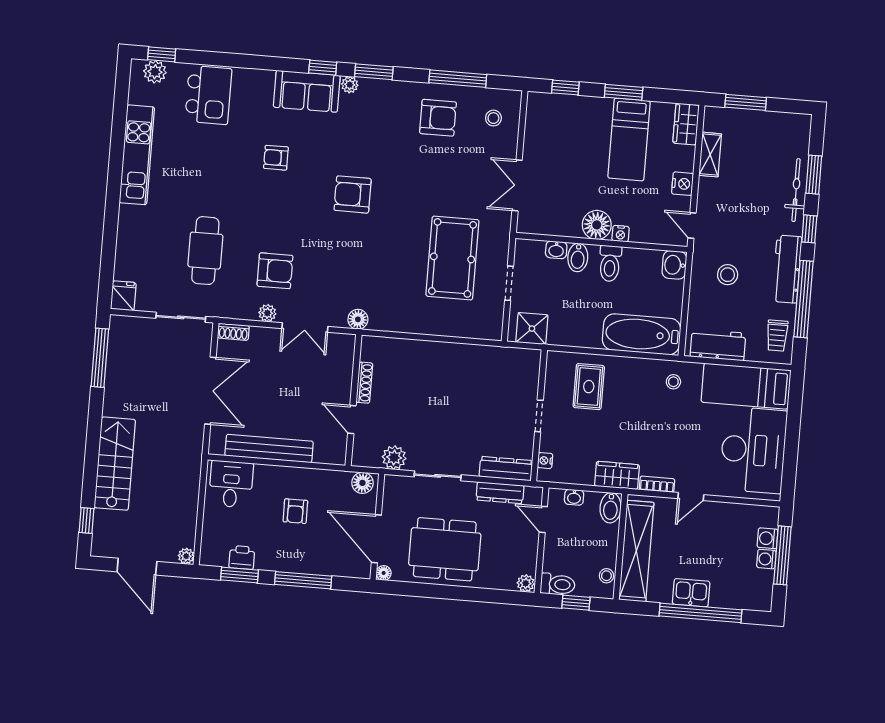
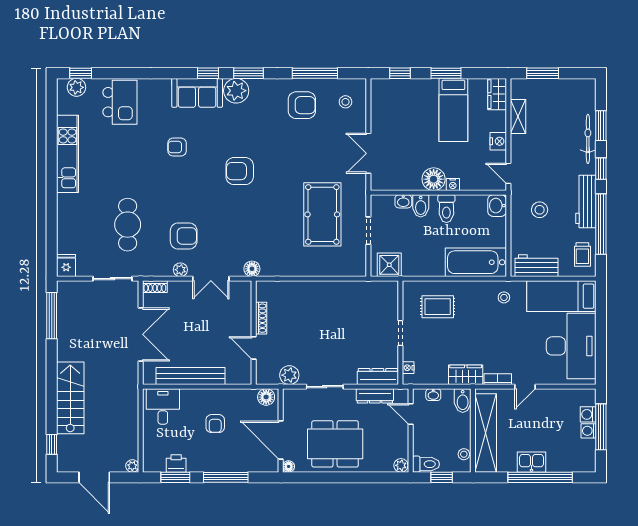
plant: (350, 85) -> (236, 91), width x1.88, depth x1.88
rug: (589, 387) -> (438, 307), turned 90

